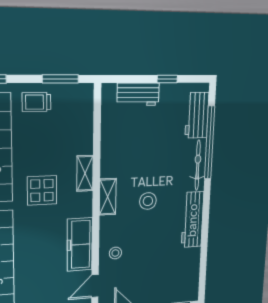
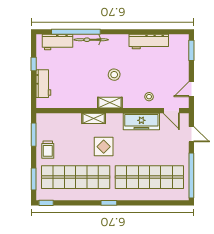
workbench: (193, 220) -> (149, 42), moved

